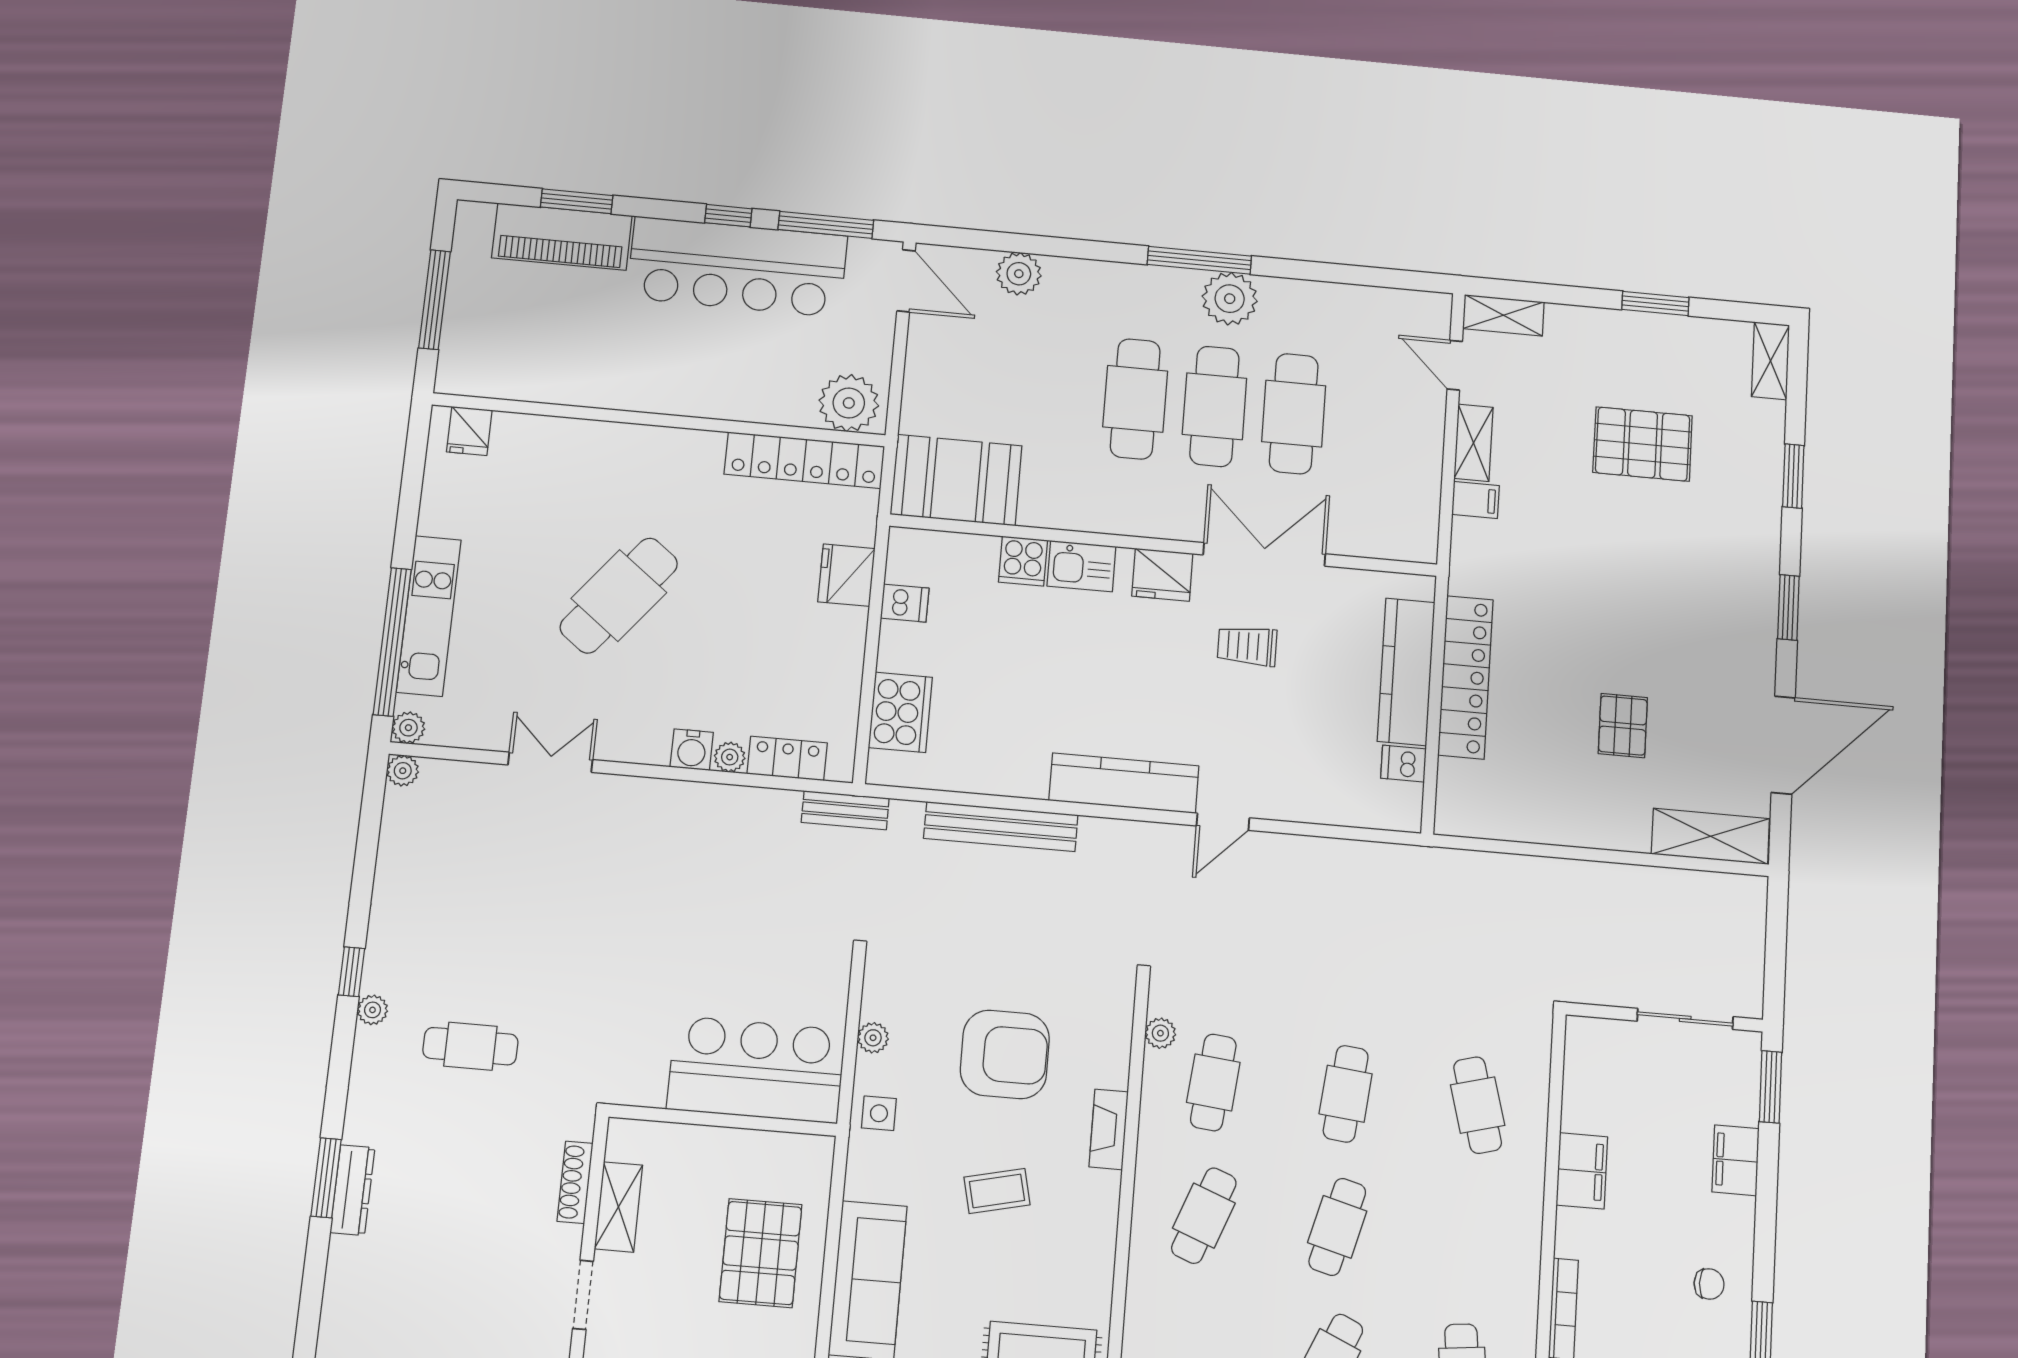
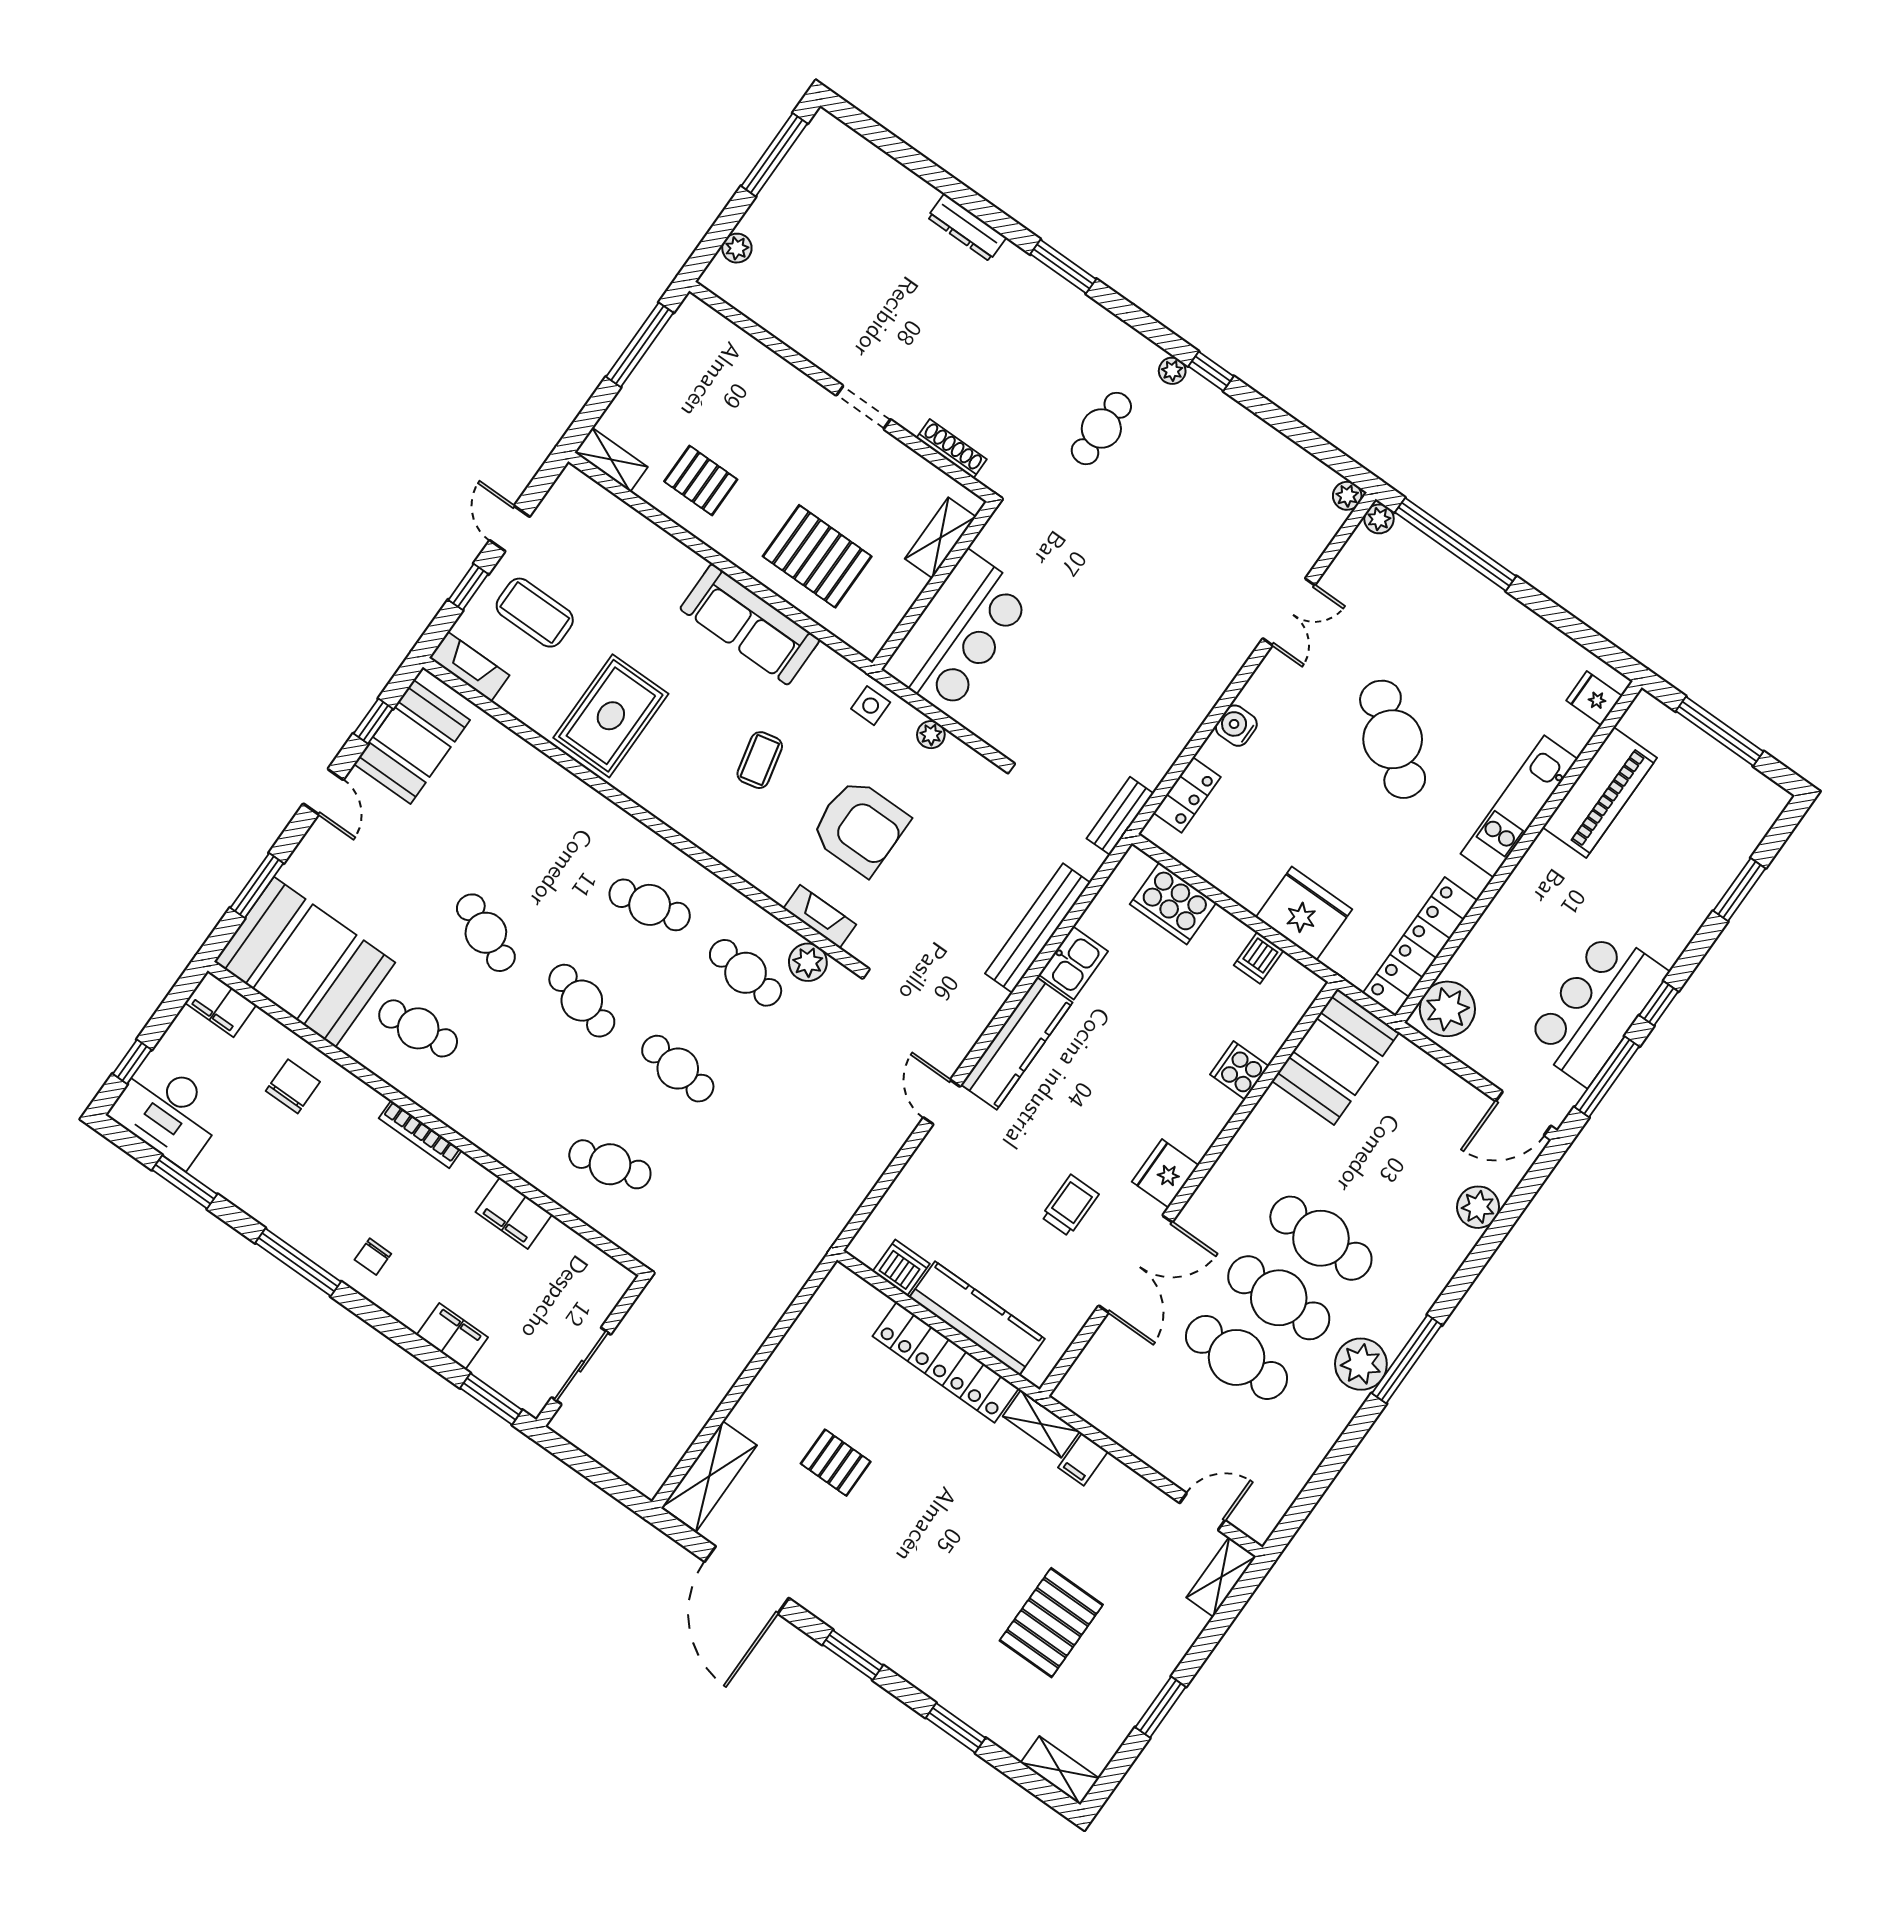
piano: (562, 237) -> (1600, 793), moved, turned 180
bar counter: (737, 267) -> (1596, 1007), width x0.73
shelving: (1473, 443) -> (1041, 1424), moved
kitchen sink: (1081, 566) -> (1073, 963), moved, turned 180
fridge: (846, 575) -> (1304, 913), width x1.36, depth x1.34
kitchen unit: (429, 616) -> (1519, 806), moved, turned 90
plant: (730, 757) -> (1214, 751), removed
dishwasher: (1403, 764) -> (901, 1268), width x1.38
plant: (1160, 1033) -> (808, 962), width x1.38, depth x1.38
armchair: (1005, 1054) -> (860, 827), turned -90
fireplace: (1109, 1129) -> (820, 916), moved
dresser: (352, 1190) -> (967, 227), moved
shelving: (619, 1207) -> (940, 538), moved, turned 90
cafe table: (1204, 1216) -> (650, 905), turned -33

